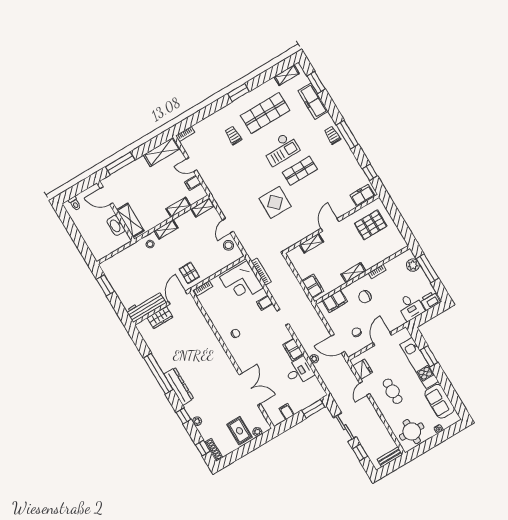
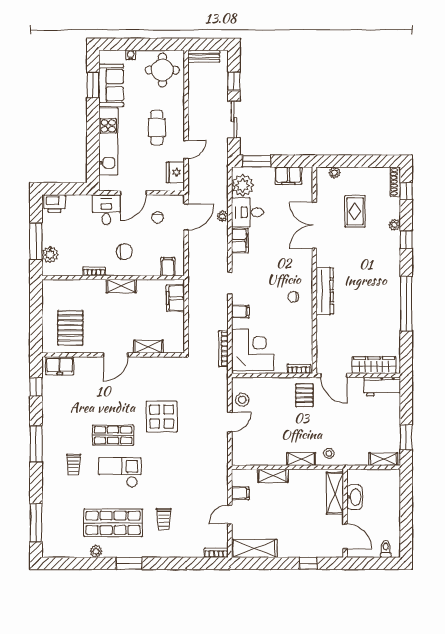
shelving: (287, 75) -> (64, 551), removed
window: (316, 82) -> (36, 523), width x1.44
plant: (265, 87) -> (96, 551), added
freezer: (313, 101) -> (52, 504), removed
trolley: (332, 135) -> (74, 465), moved
window: (120, 163) -> (308, 563), width x0.46
door: (191, 165) -> (230, 515), swing flipped
shelving: (203, 208) -> (383, 459), moved
pallet: (371, 225) -> (70, 328), turned 90
door: (178, 298) -> (334, 375), hinge flipped
filing cabinet: (335, 301) -> (168, 267), width x0.50
workbench: (146, 307) -> (382, 387), width x0.73
desk: (411, 307) -> (106, 210), moved
wardrobe: (160, 317) -> (374, 365), width x1.50
door: (338, 344) -> (186, 217), hinge flipped
window: (429, 356) -> (93, 85), moved
dresser: (179, 386) -> (325, 291), moved, turned 180
plant: (313, 387) -> (243, 185), added
filing cabinet: (287, 412) -> (288, 176), width x2.00
rug: (239, 431) -> (355, 211), moved

